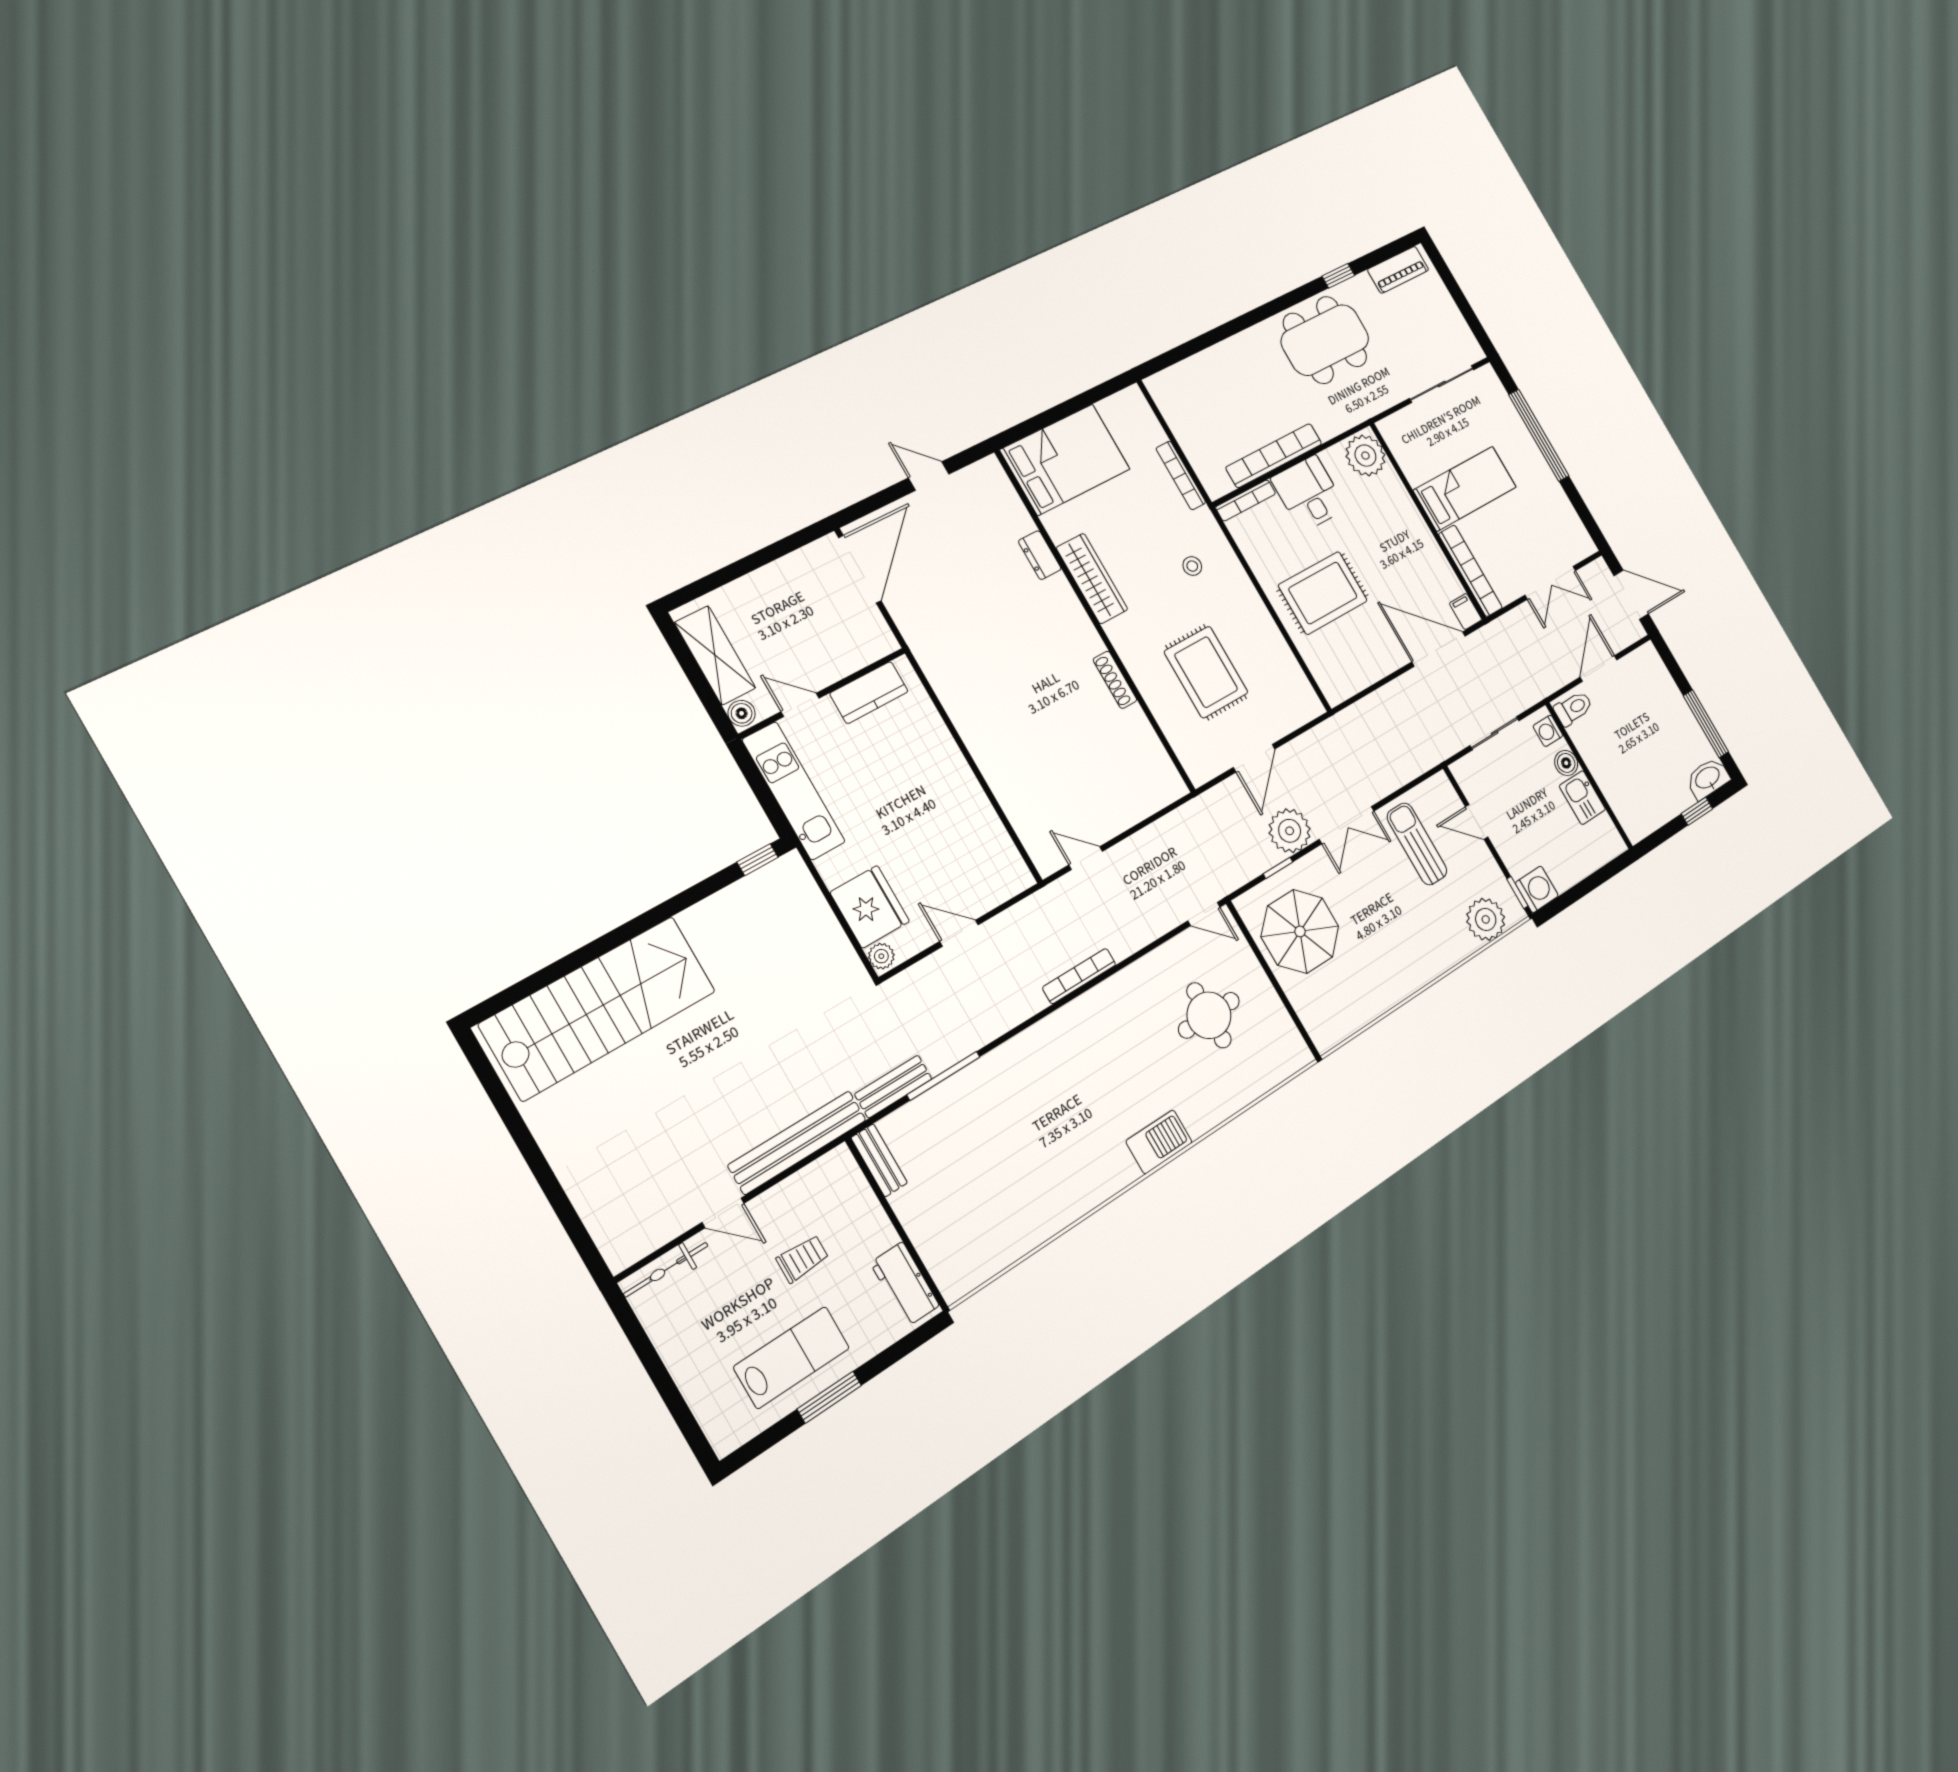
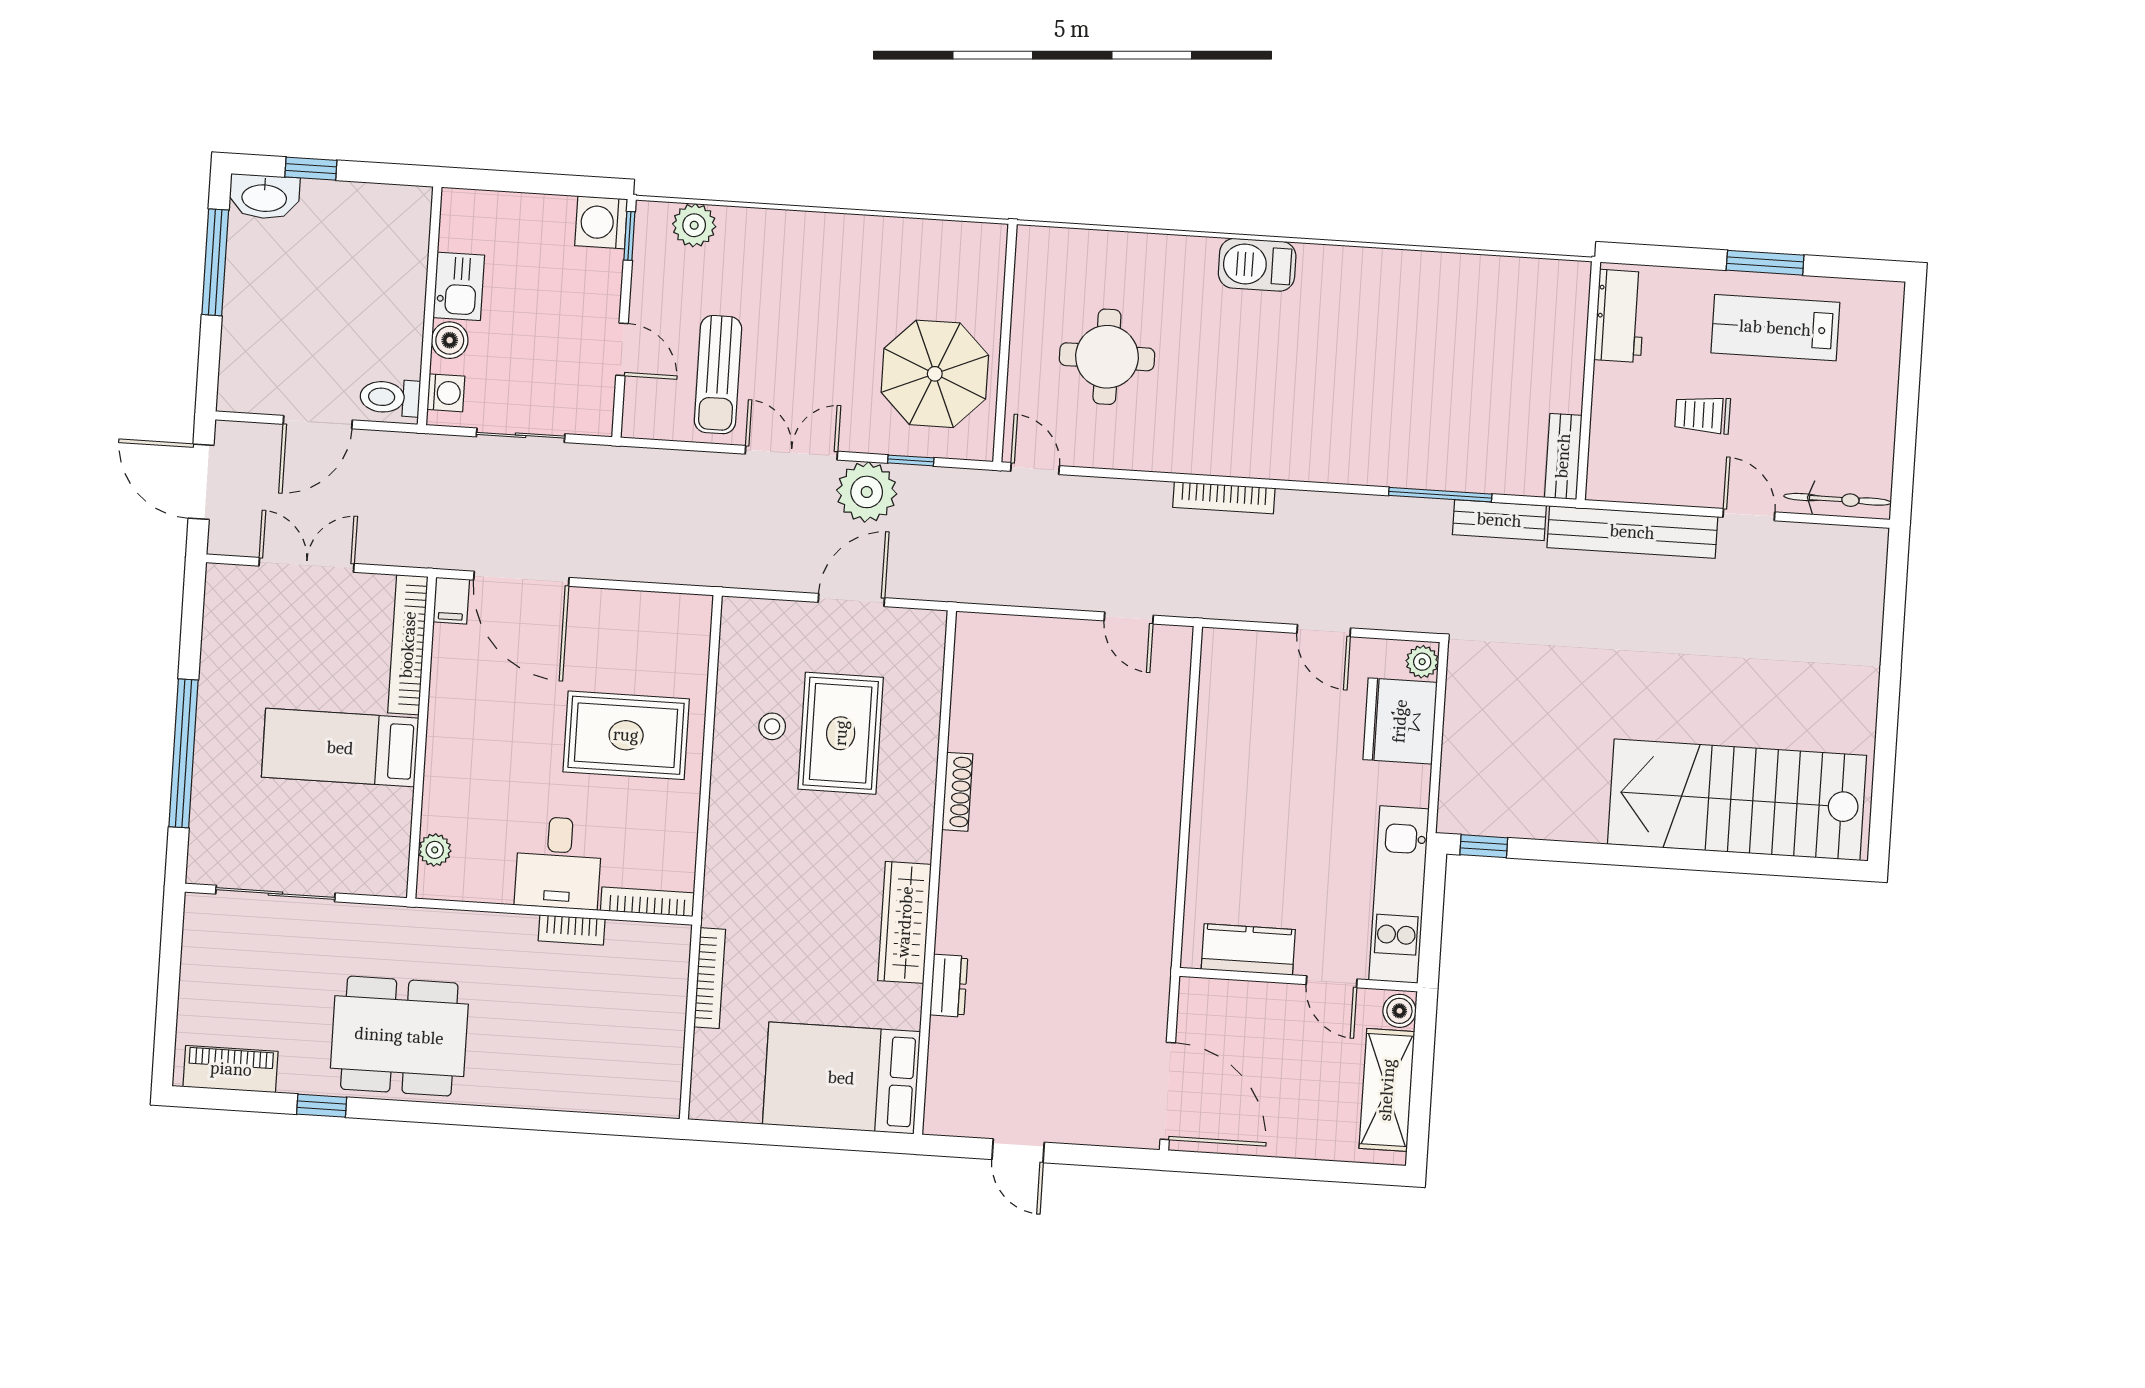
bookcase: (1274, 456) -> (572, 930), width x0.43, depth x0.76
plant: (1365, 456) -> (435, 850), width x0.53, depth x0.53
stool: (1192, 566) -> (772, 726), moved
door: (860, 569) -> (1168, 1091), swing flipped
plant: (1486, 919) -> (694, 225), width x0.73, depth x0.73

